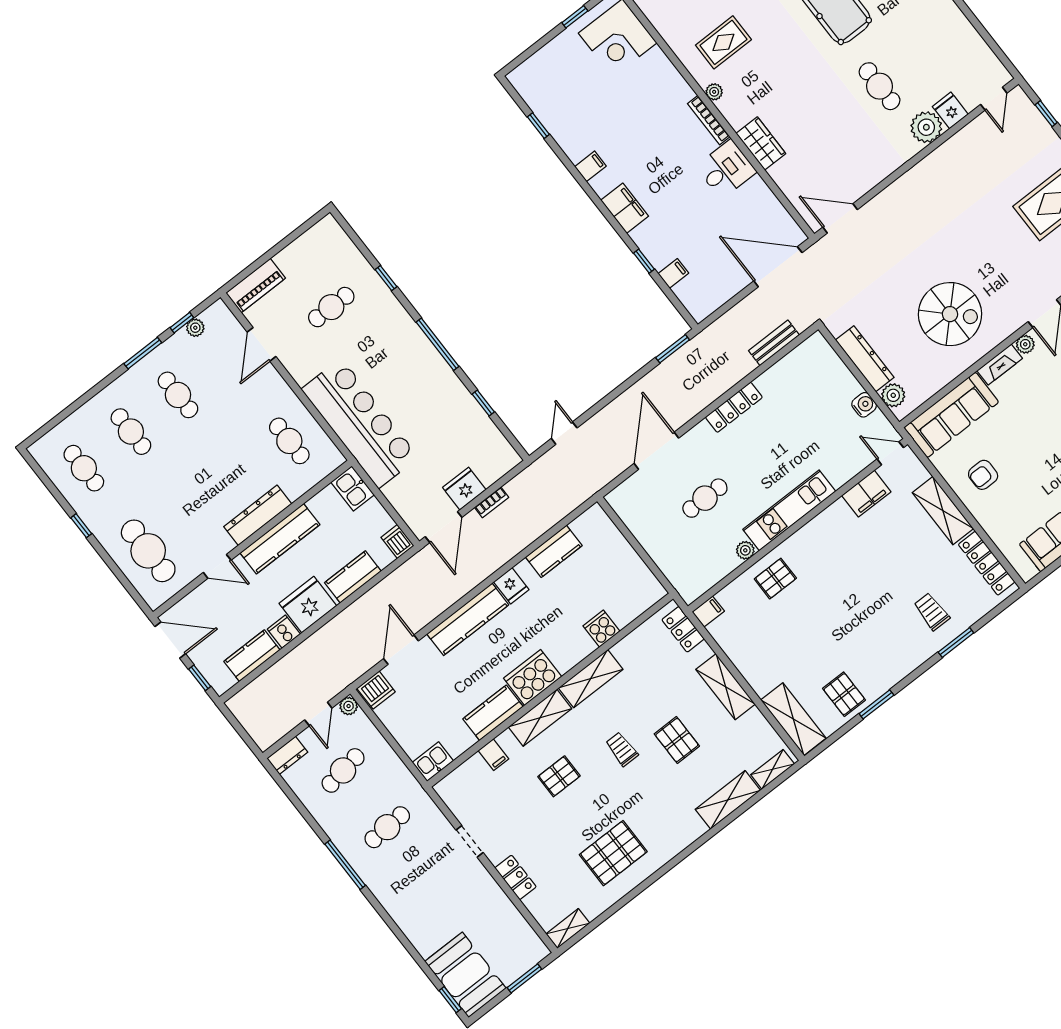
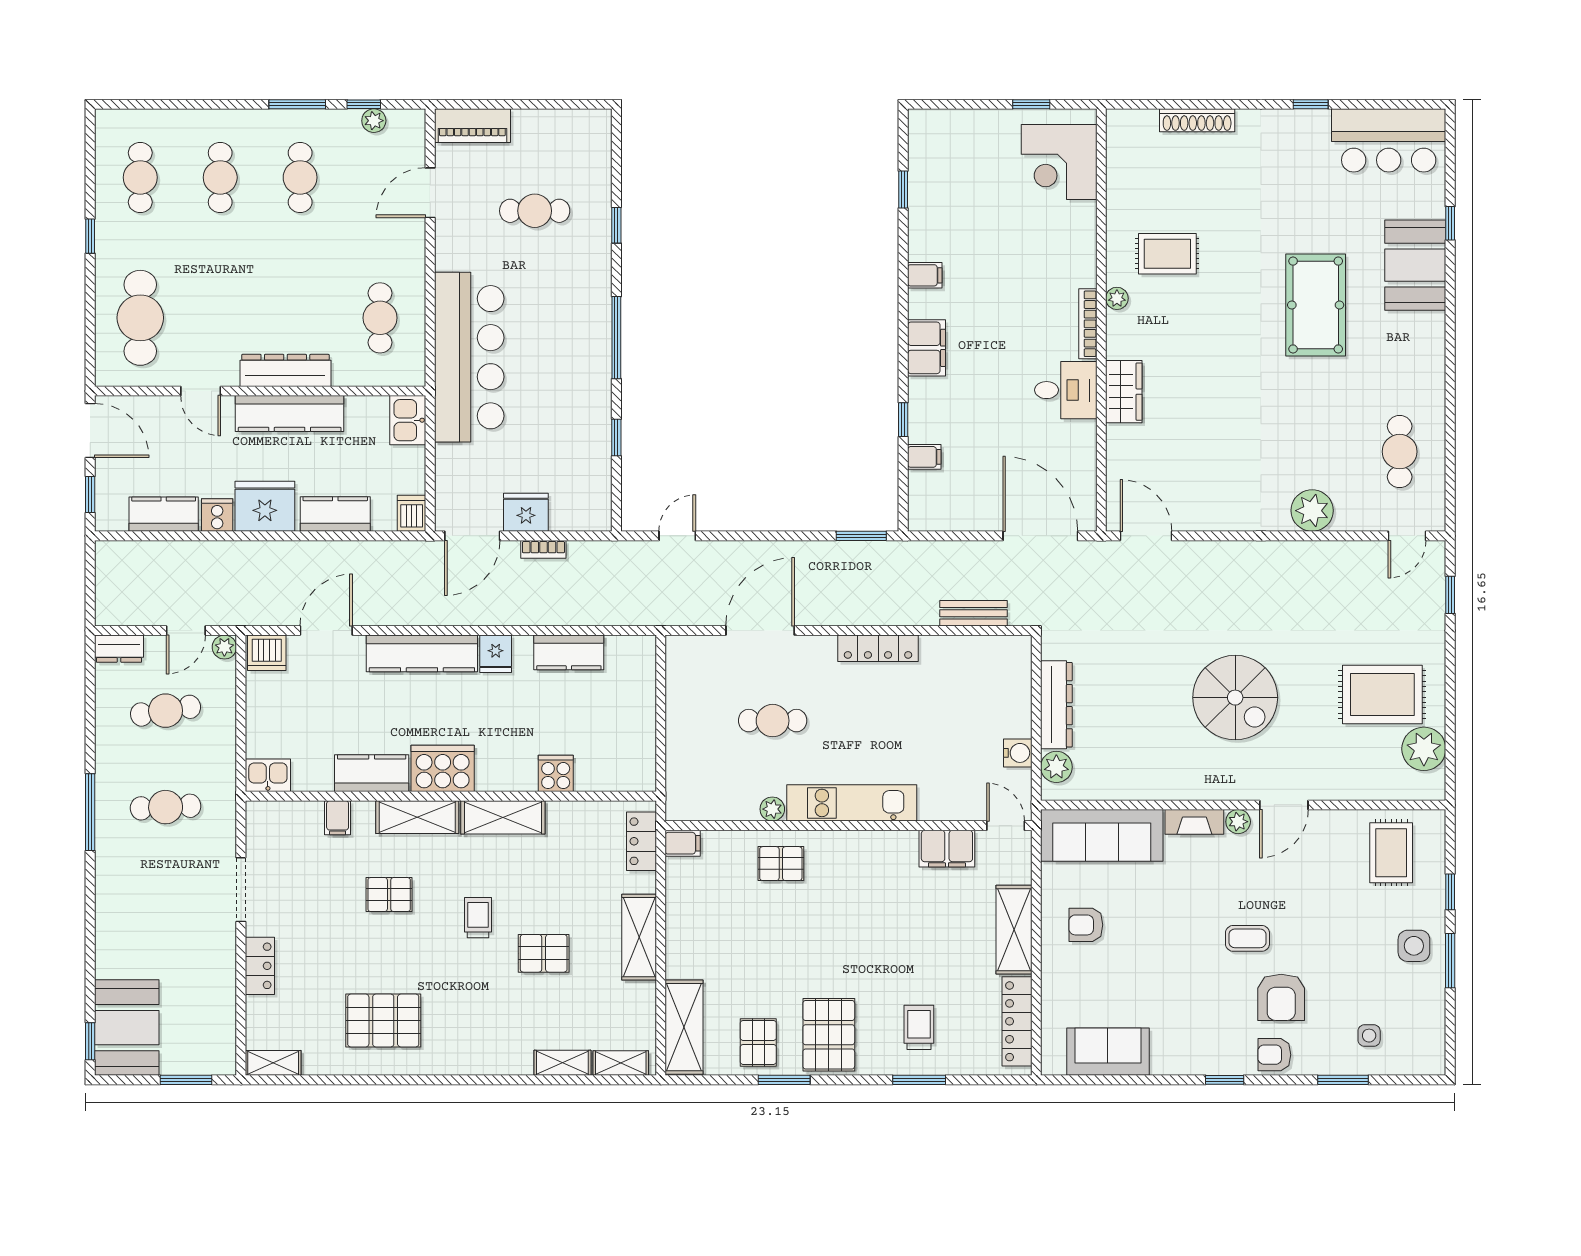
cafe table: (880, 86) -> (1400, 452), moved
fridge: (950, 110) -> (1351, 512), removed
spiral stairs: (950, 314) -> (1235, 698), moved
pallet: (882, 657) -> (829, 1035), added
pallet: (677, 740) -> (544, 953), turned 90
shelving: (728, 800) -> (562, 1063), width x0.67, depth x0.75
doorway: (469, 841) -> (241, 890), width x1.38

